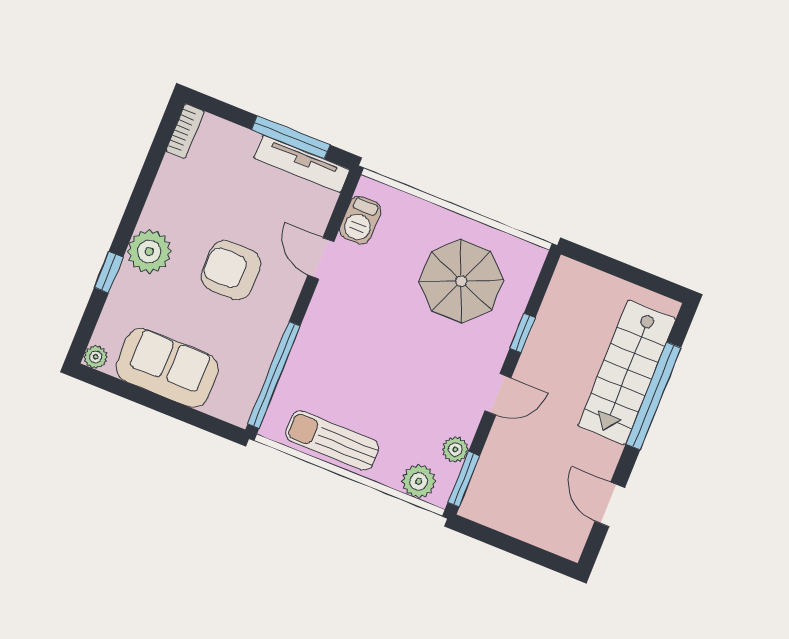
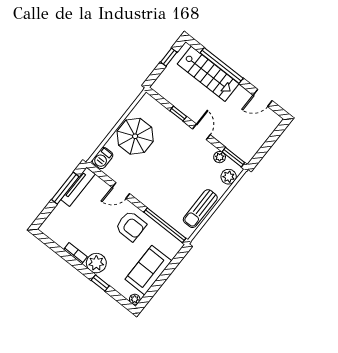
bookcase: (185, 131) -> (75, 253), moved
barbecue: (360, 220) -> (103, 158), moved, turned 90
armchair: (231, 270) -> (131, 226), moved, turned -90
window: (638, 277) -> (169, 57), added
parasol: (461, 281) -> (135, 136), moved

